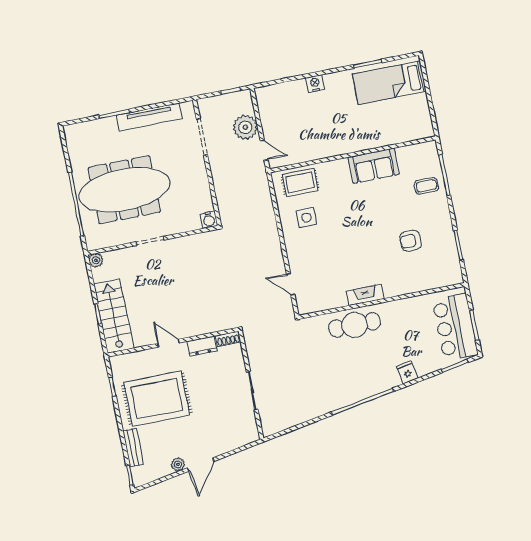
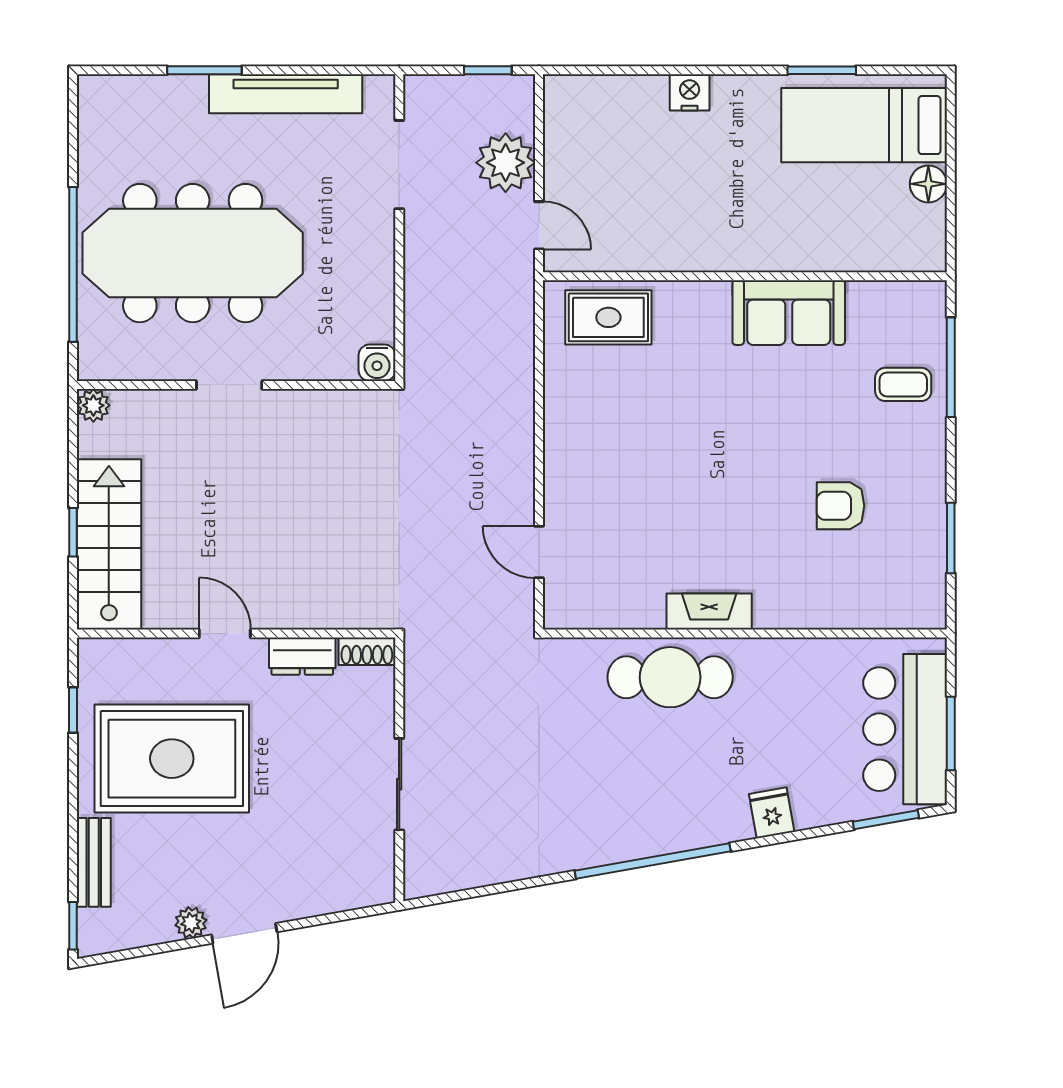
floor lamp: (420, 102) -> (928, 184), added
side table: (306, 217) -> (607, 403), removed

